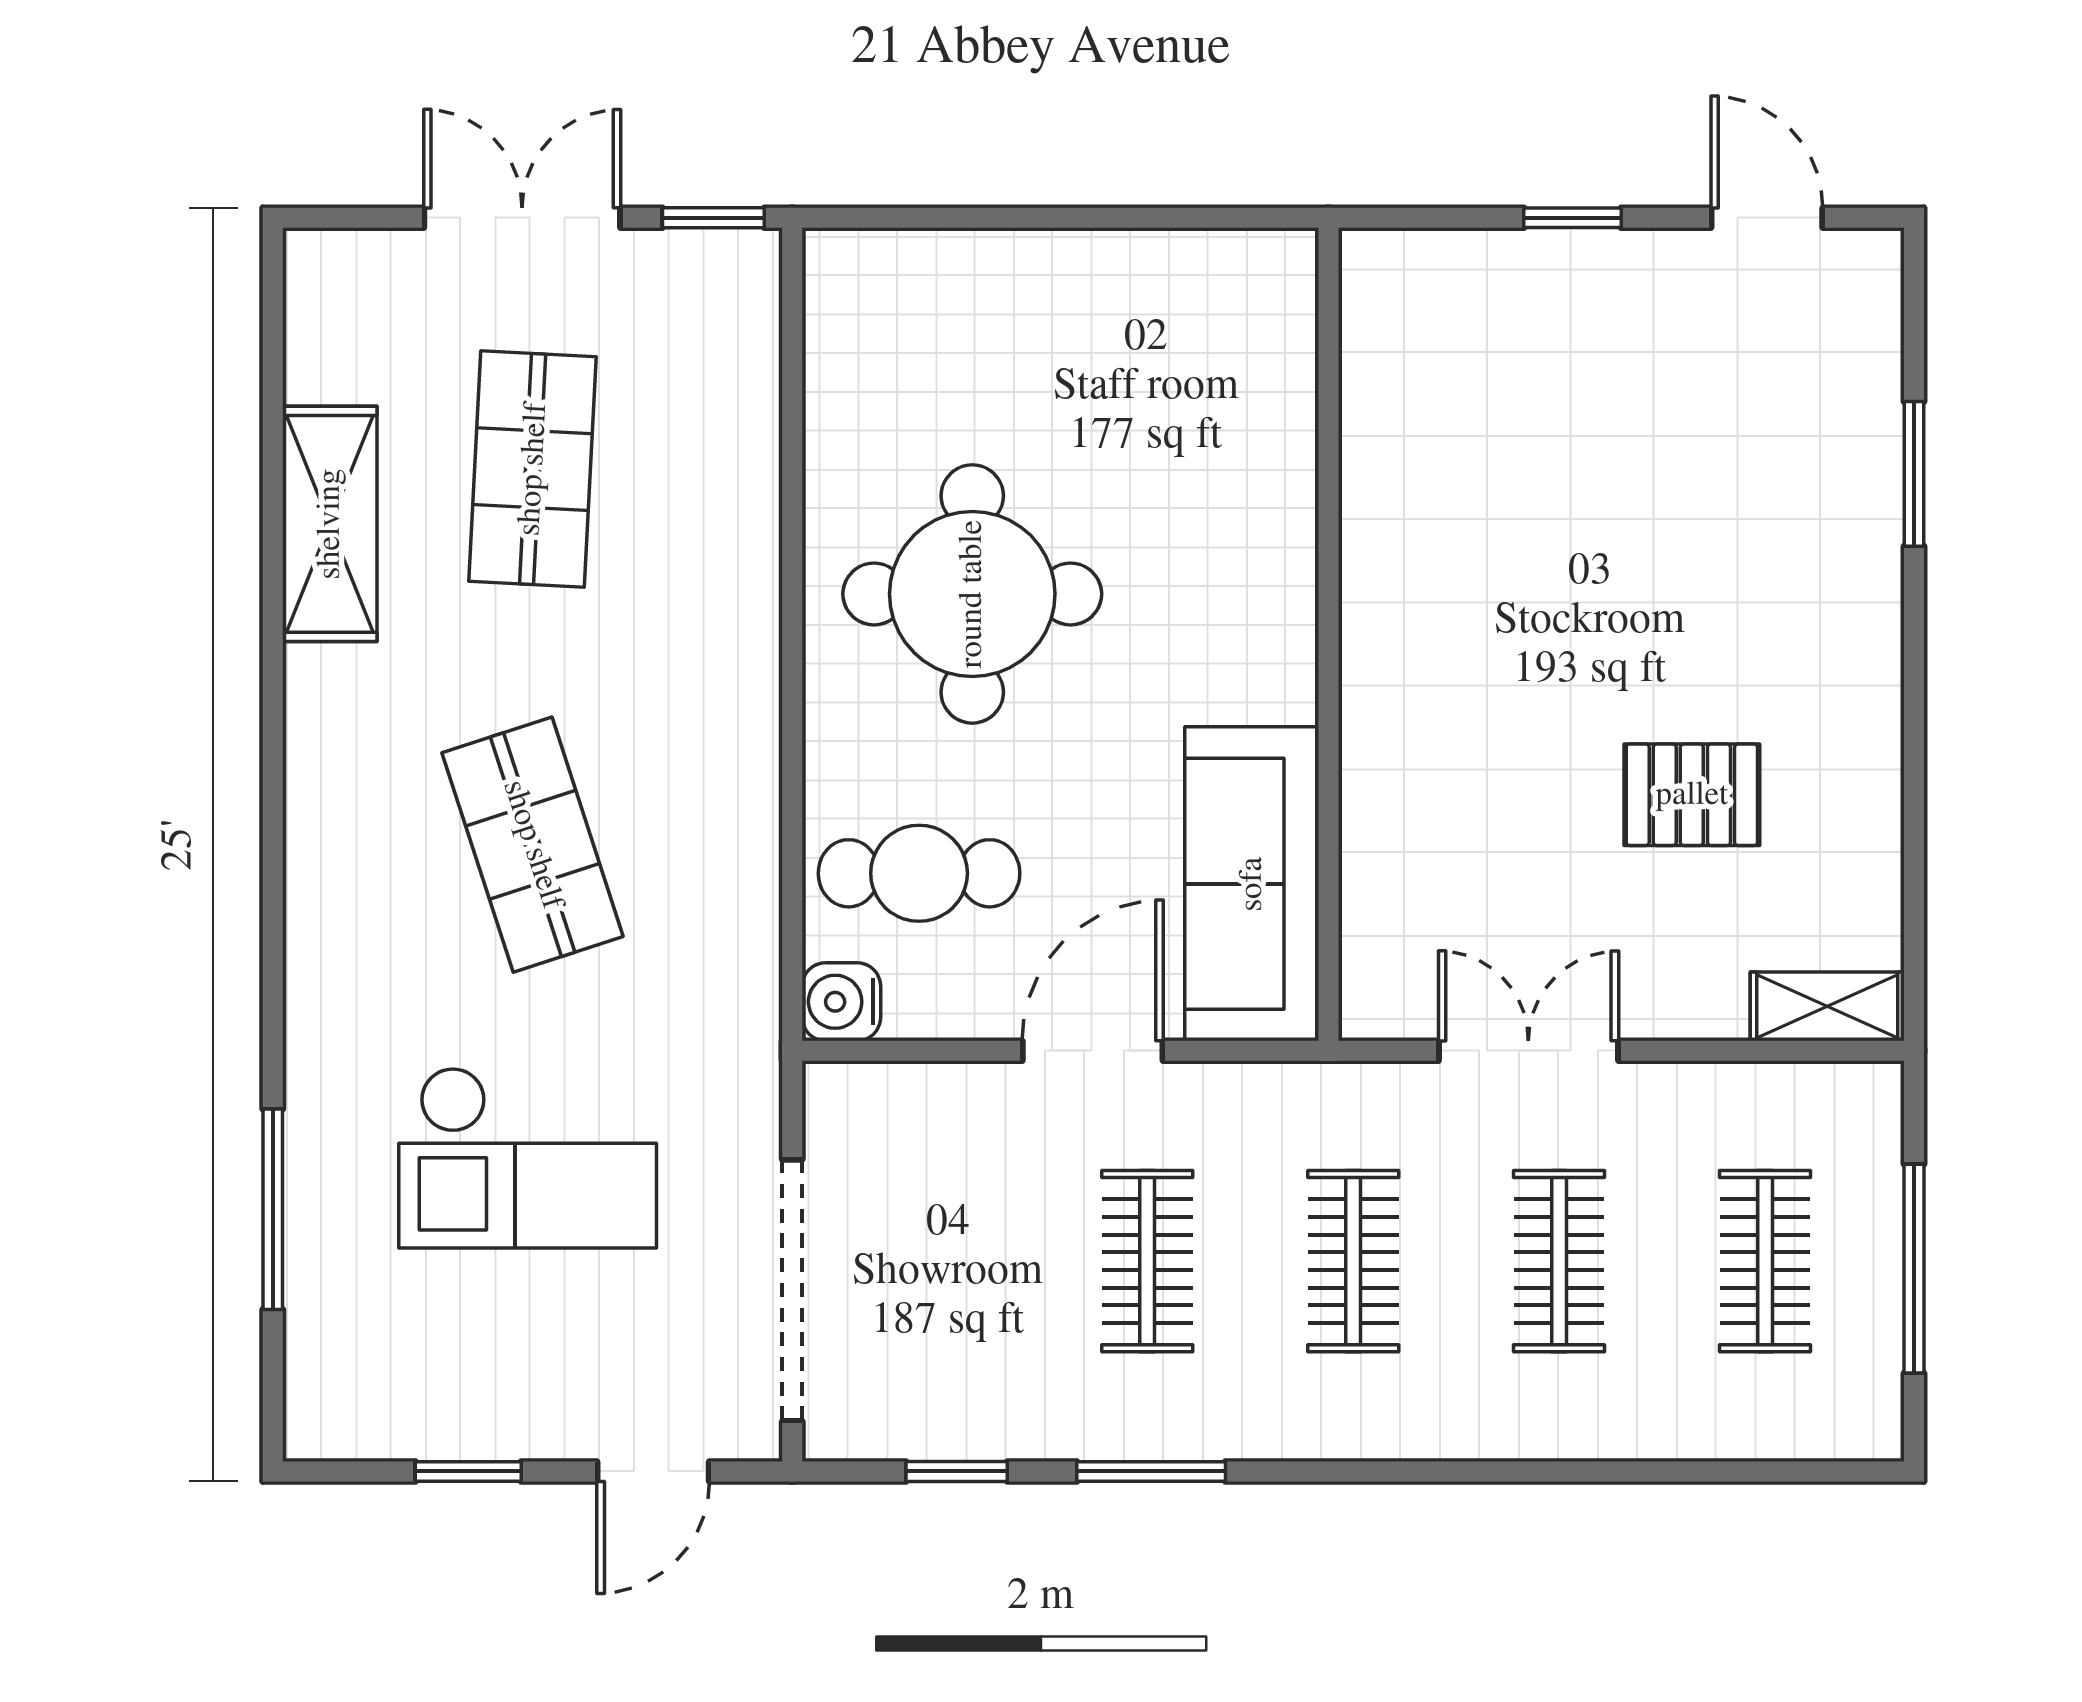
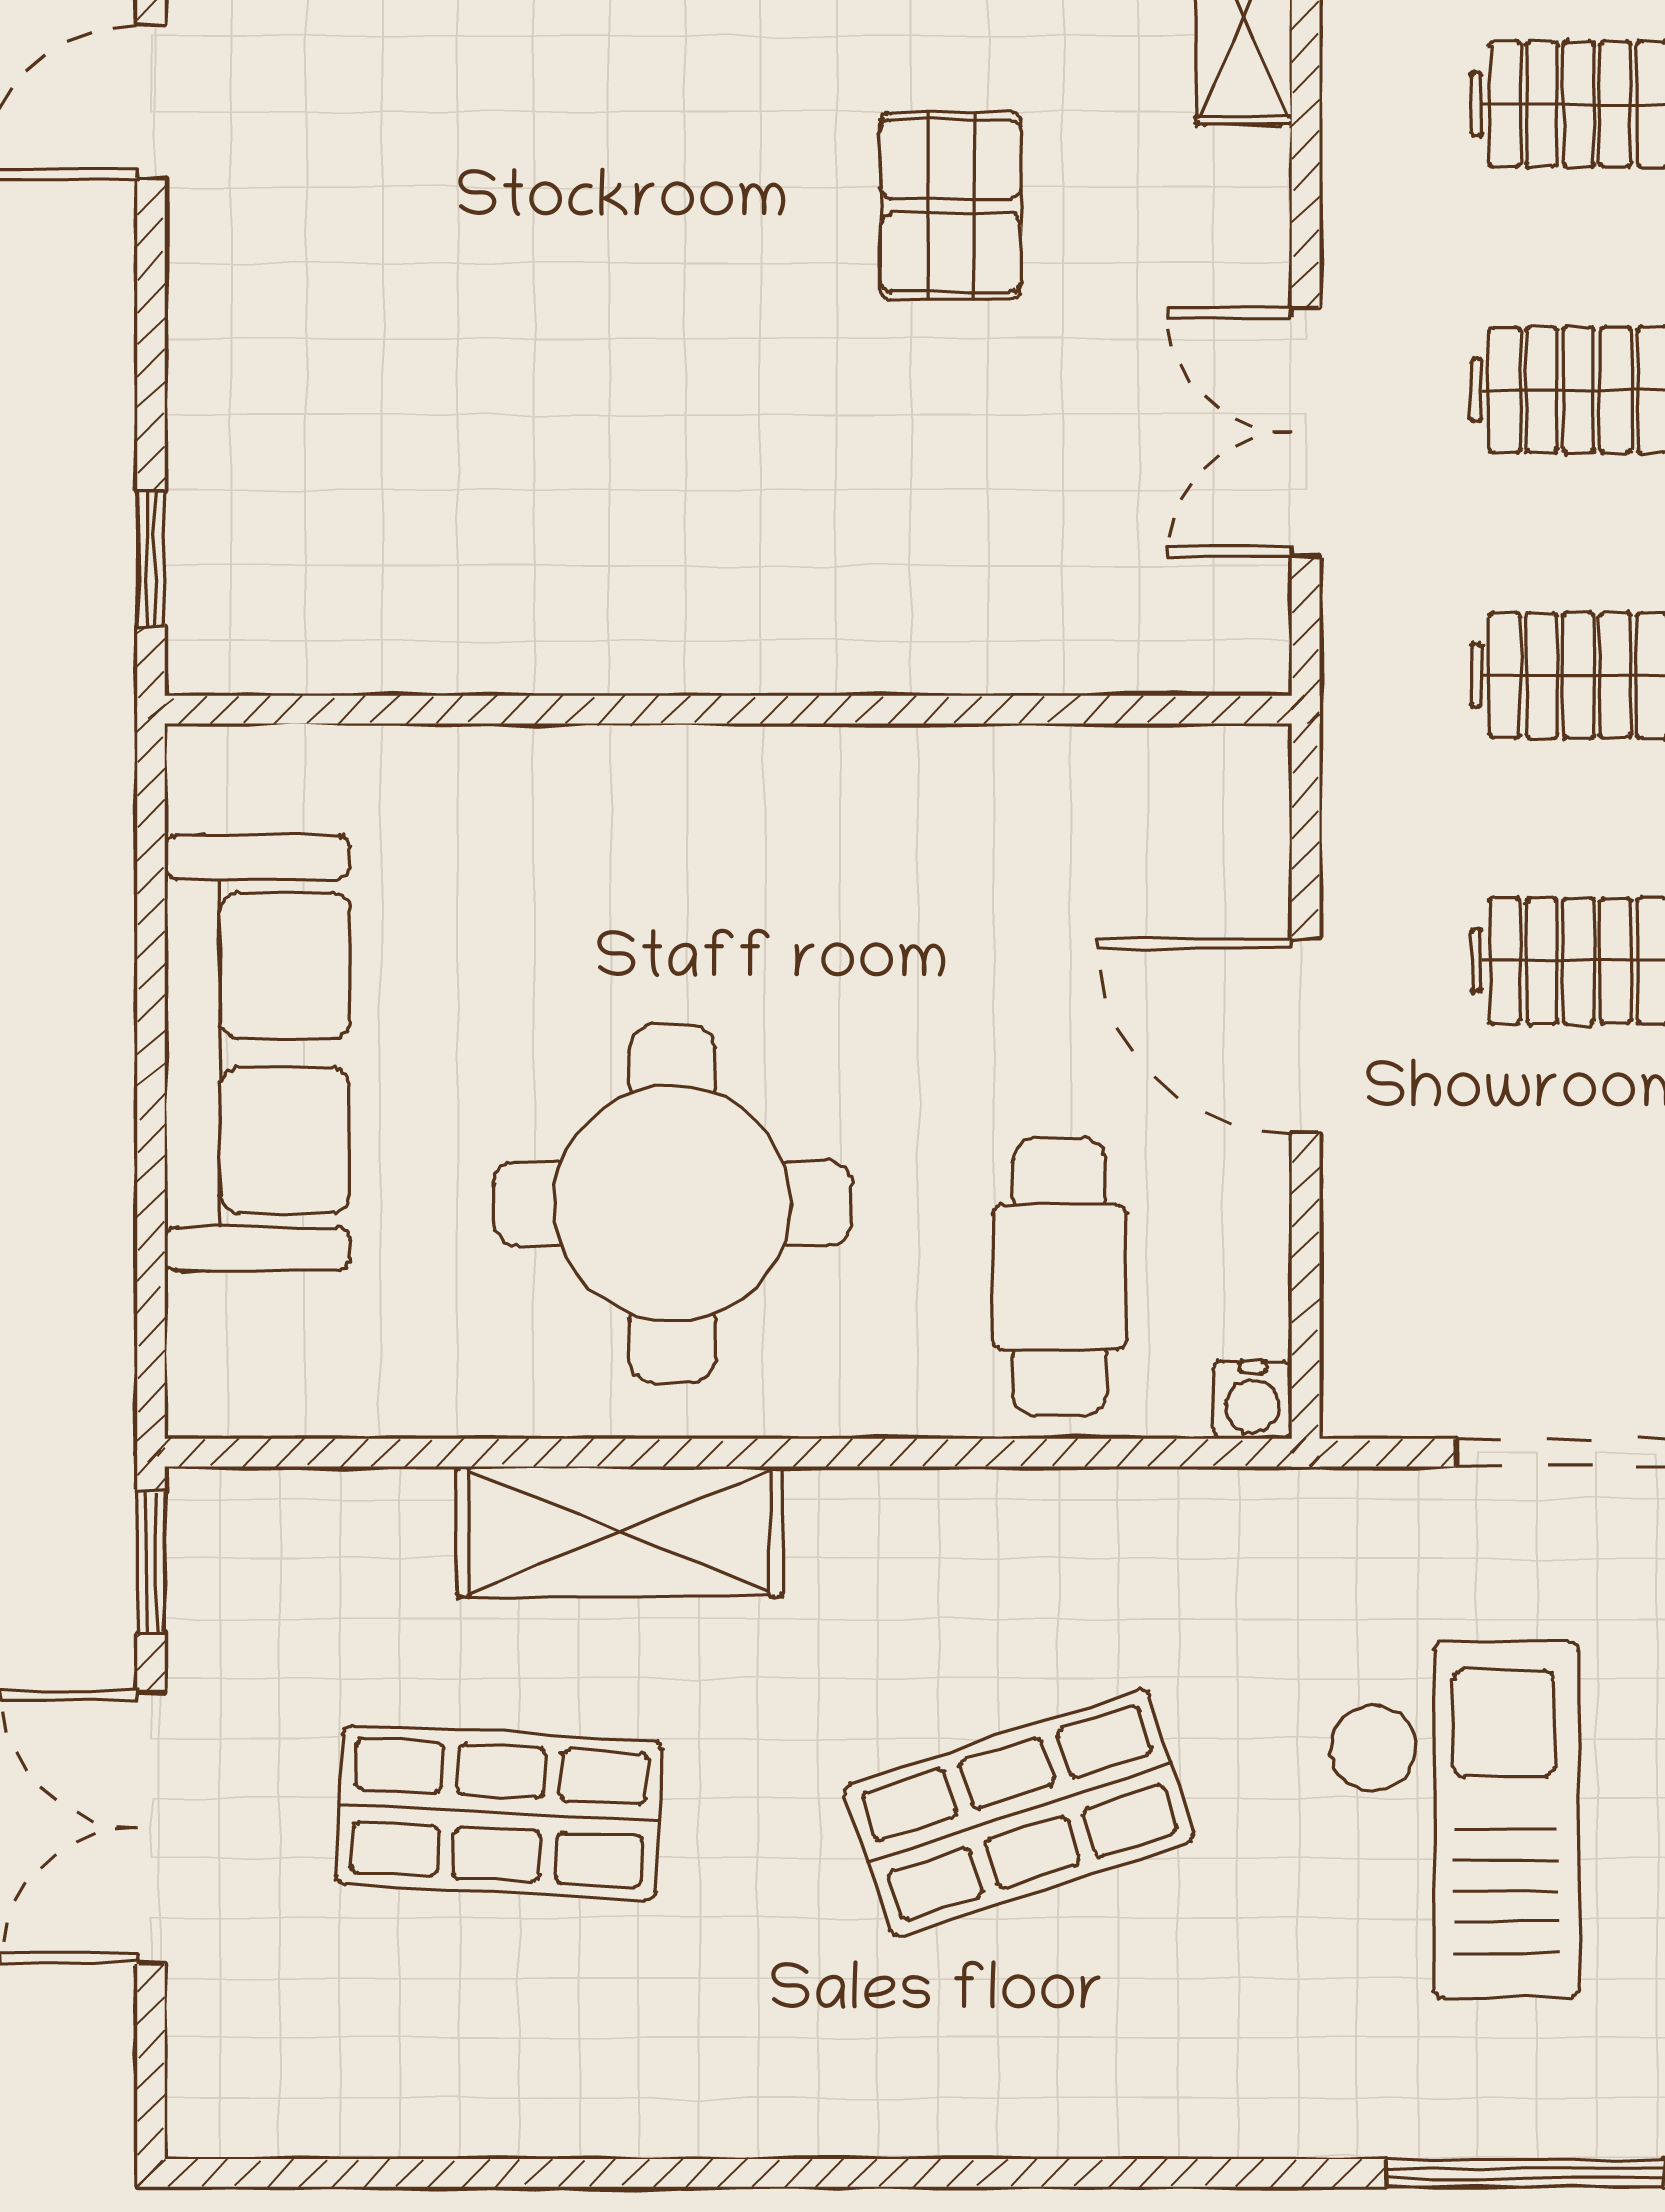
window: (1572, 218) -> (151, 559), moved
shelving: (330, 524) -> (620, 1532), moved
sofa: (1252, 884) -> (257, 1053), moved, turned -90
water cooler: (841, 1002) -> (1253, 1400), width x0.72, depth x0.72

